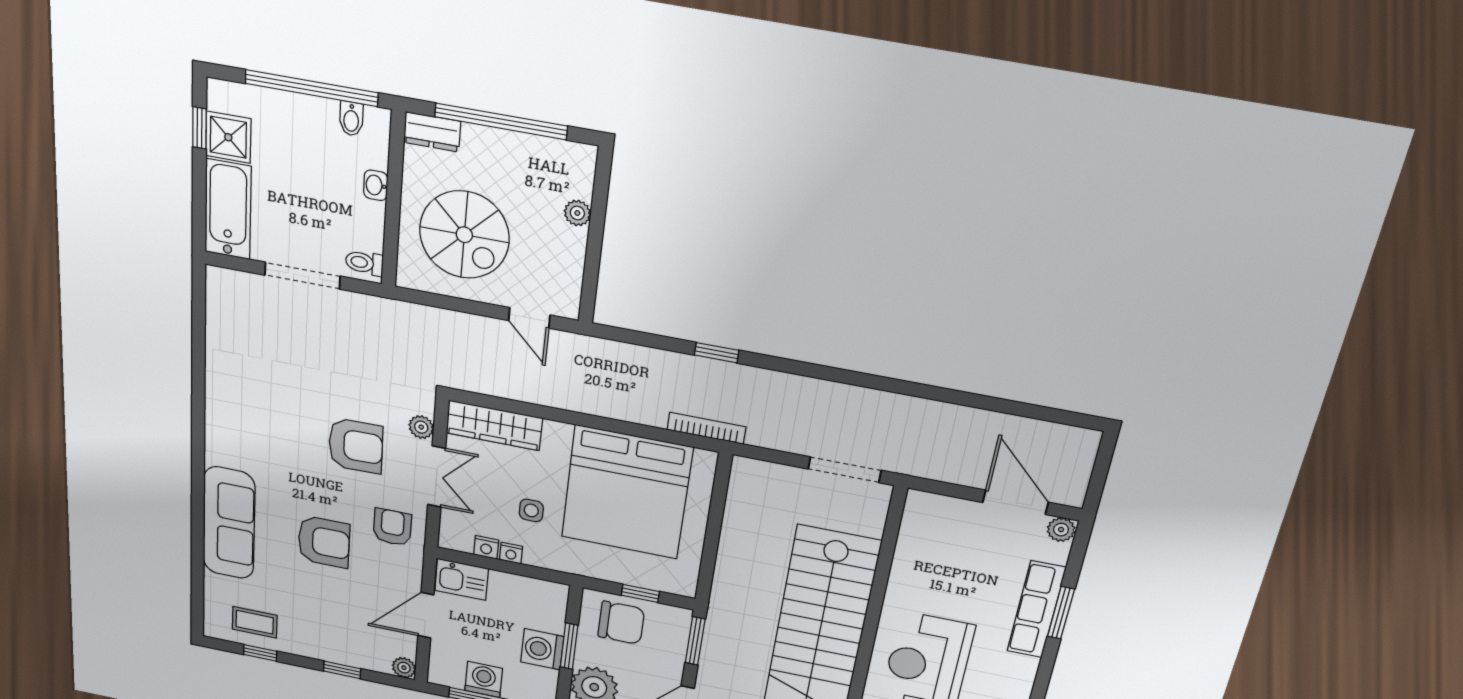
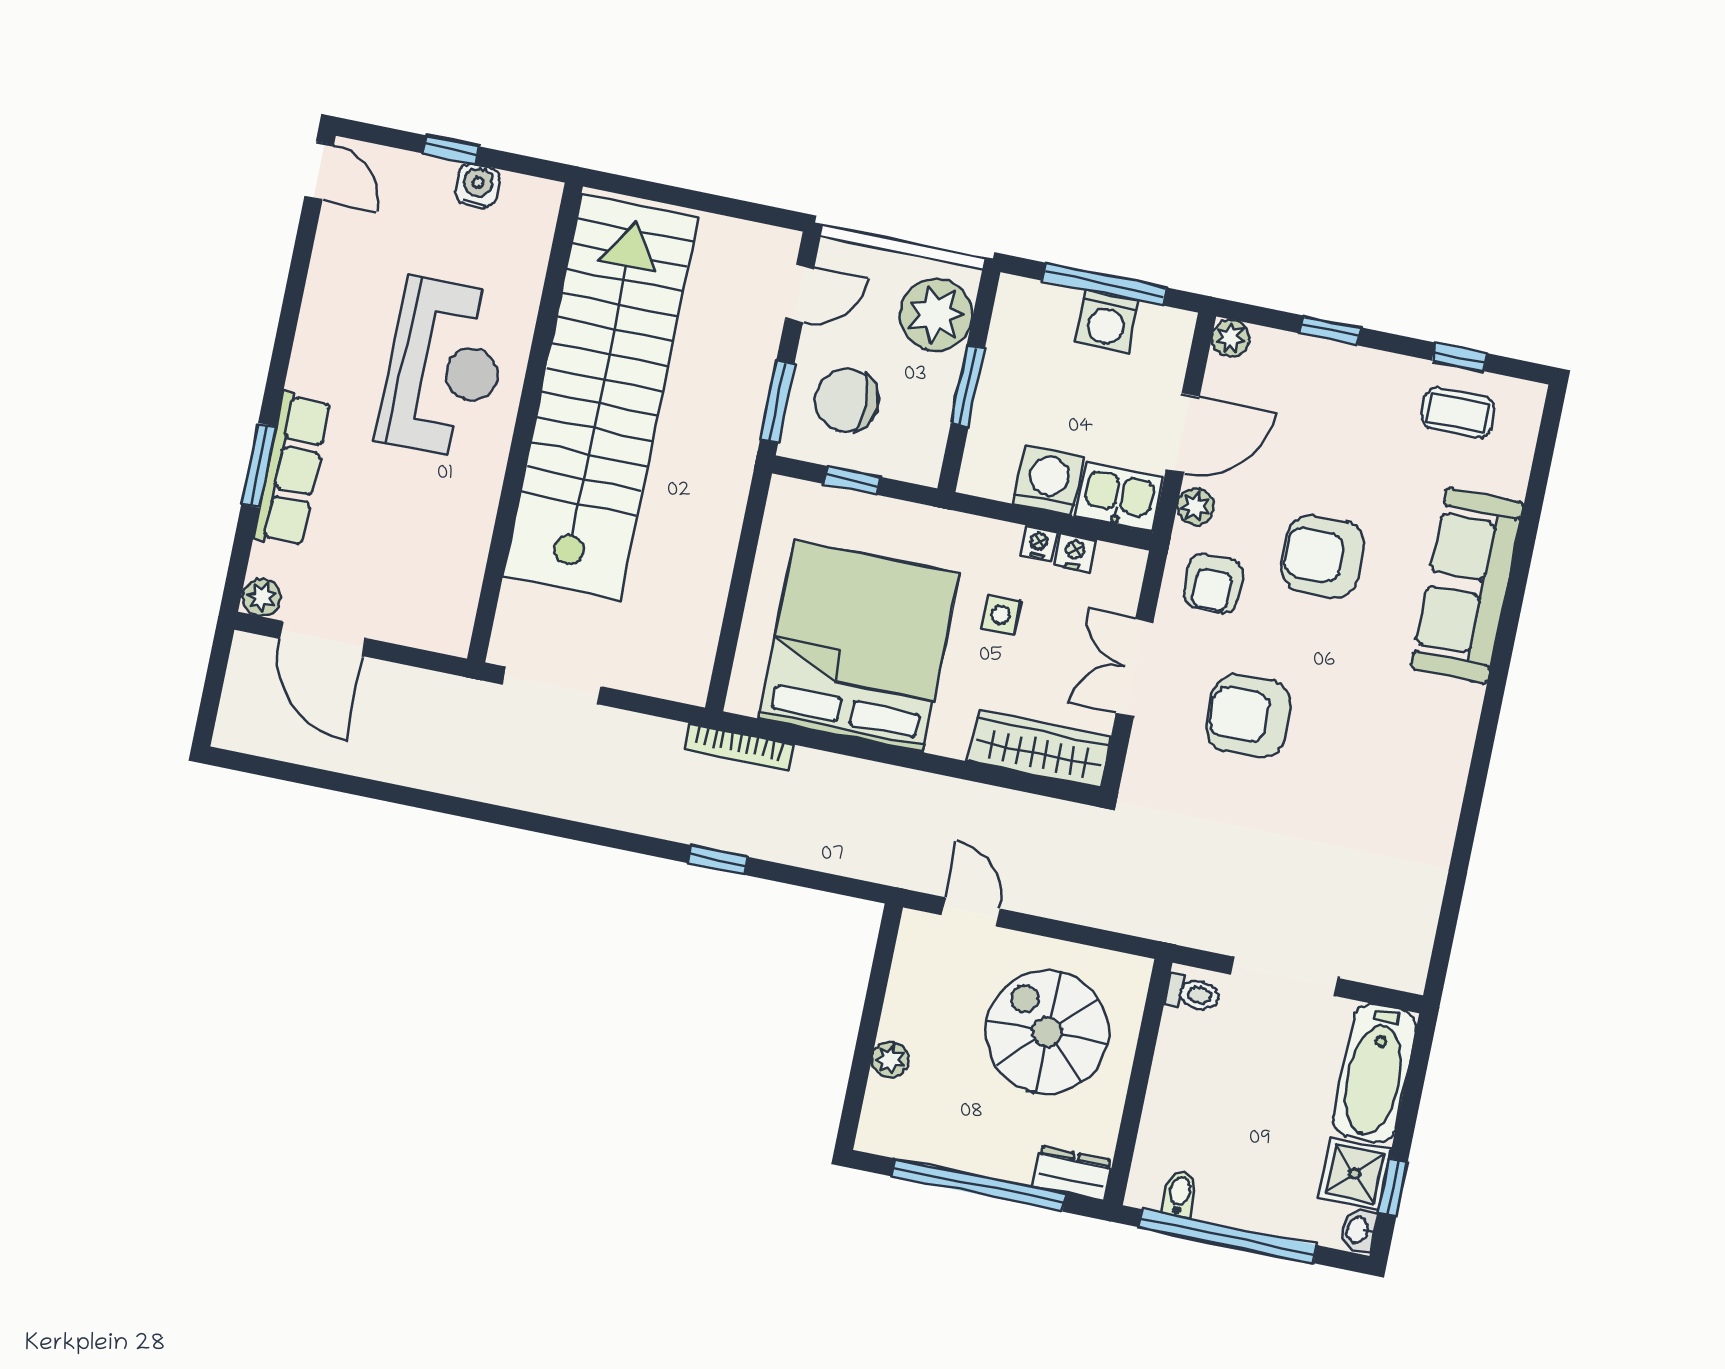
washbasin: (376, 185) -> (1358, 1230), moved, turned 180
plant: (421, 427) -> (1196, 507), moved
chair: (621, 623) -> (847, 400), moved
washing machine: (542, 649) -> (1048, 480), moved, turned -90

